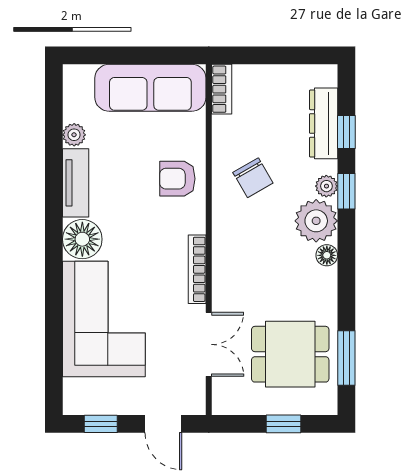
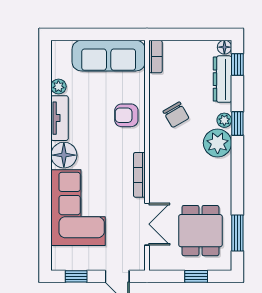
window: (346, 132) -> (237, 64), moved
floor lamp: (327, 255) -> (224, 47), moved
dining table: (290, 354) -> (200, 231), turned 90

